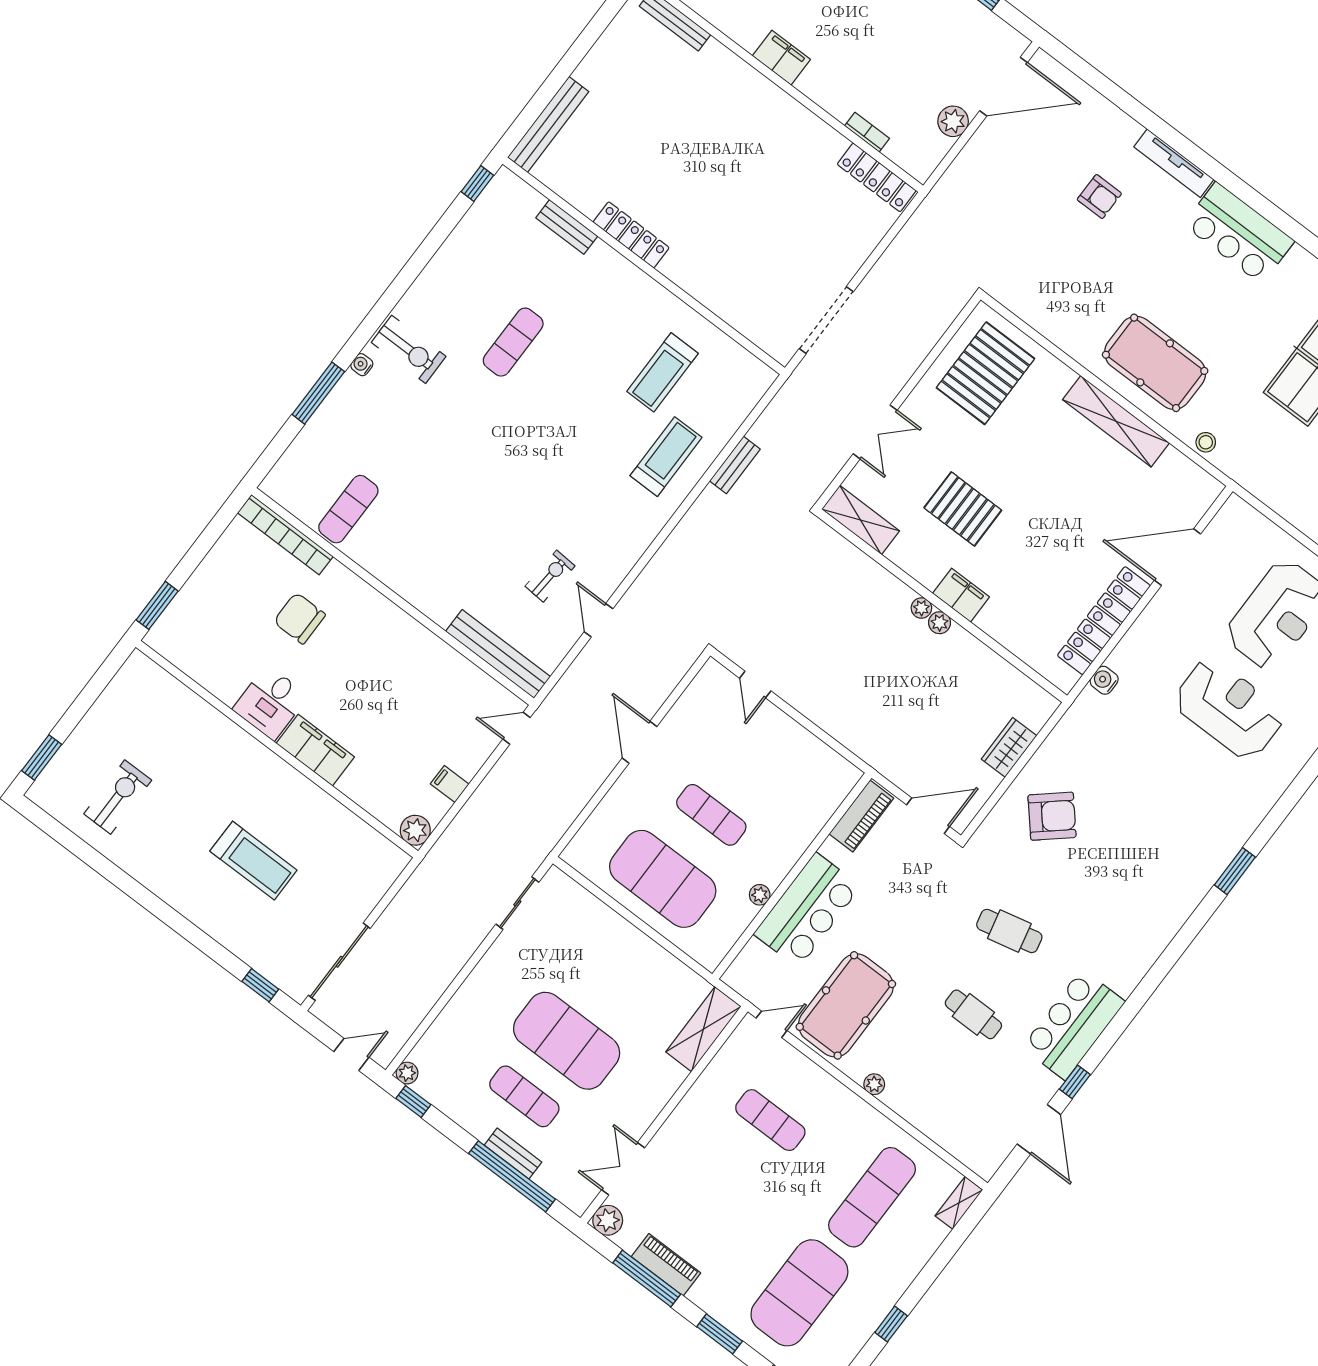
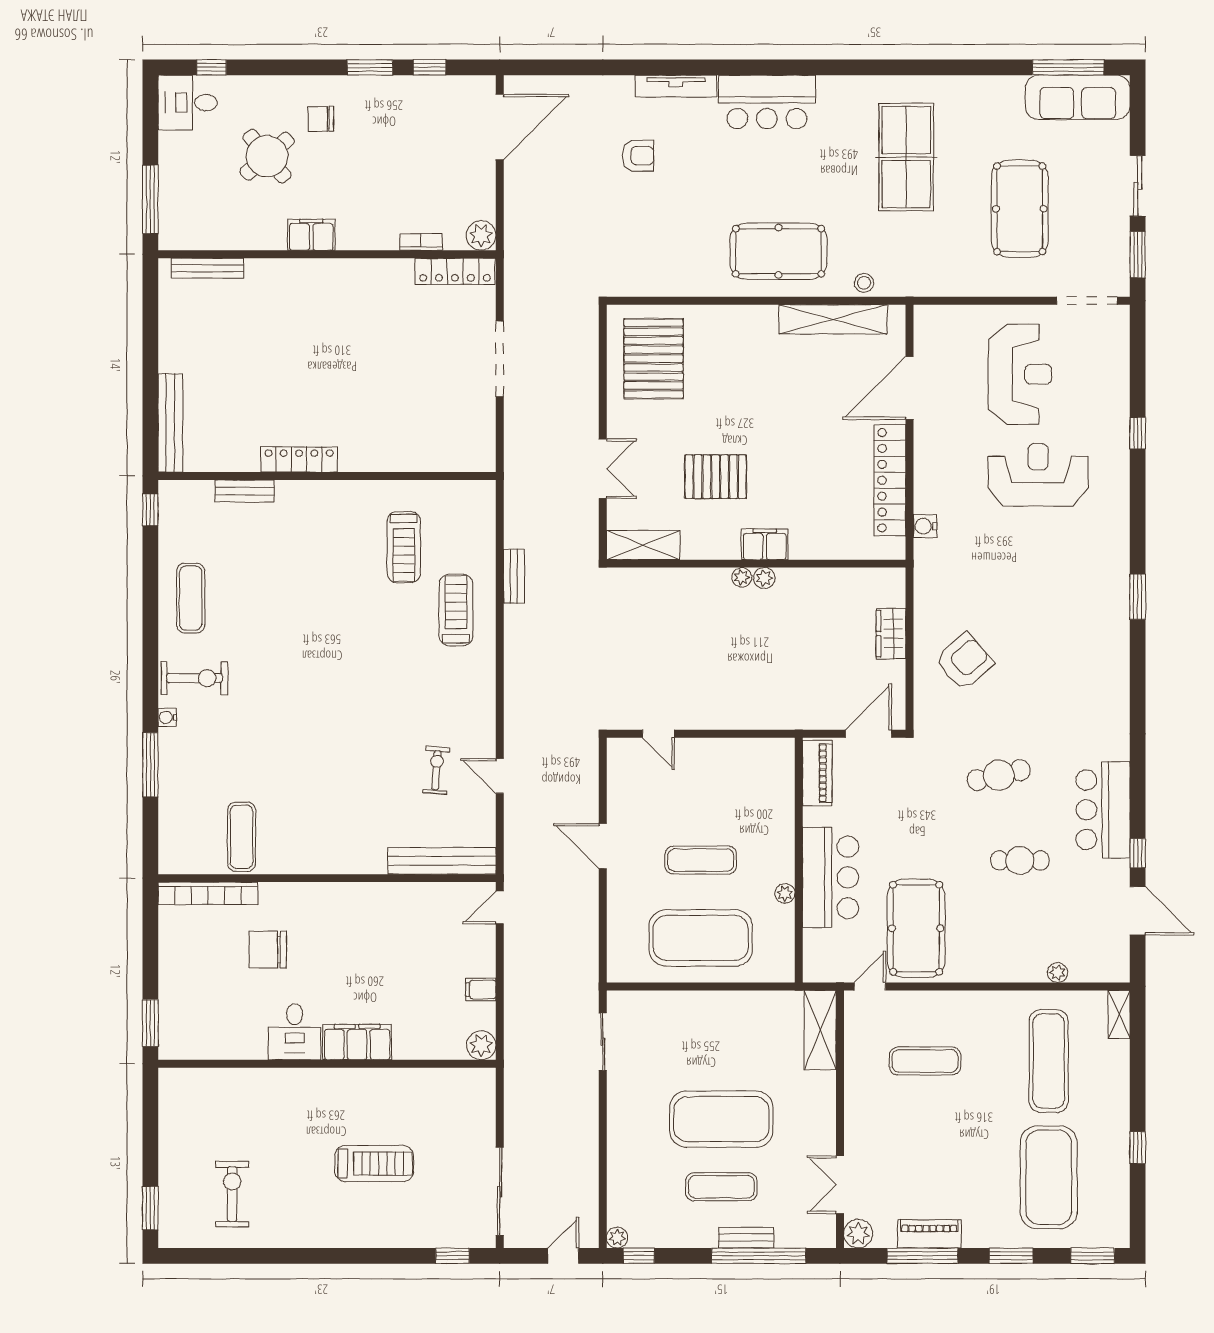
plant: (953, 121) -> (481, 235), moved
doorway: (826, 320) -> (500, 359), moved
exercise mat: (513, 342) -> (191, 598), moved
shelving: (1116, 421) -> (833, 319), moved
plant: (874, 1084) -> (1057, 973), moved

